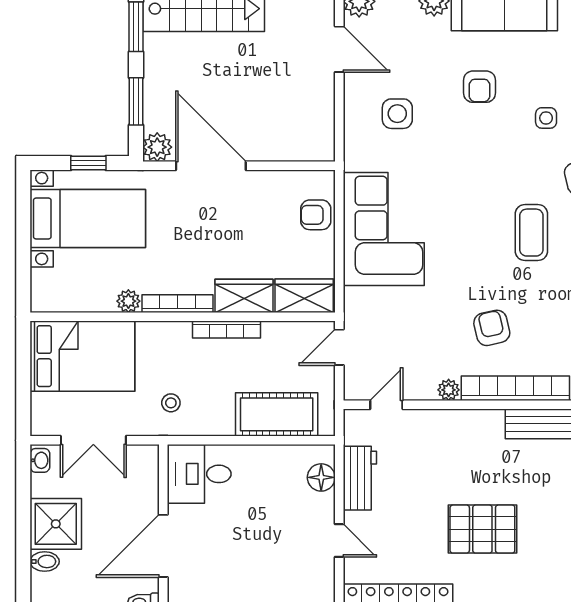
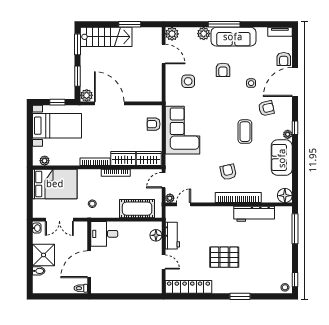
plant: (128, 301) -> (45, 161), moved
plant: (449, 390) -> (170, 198), moved

